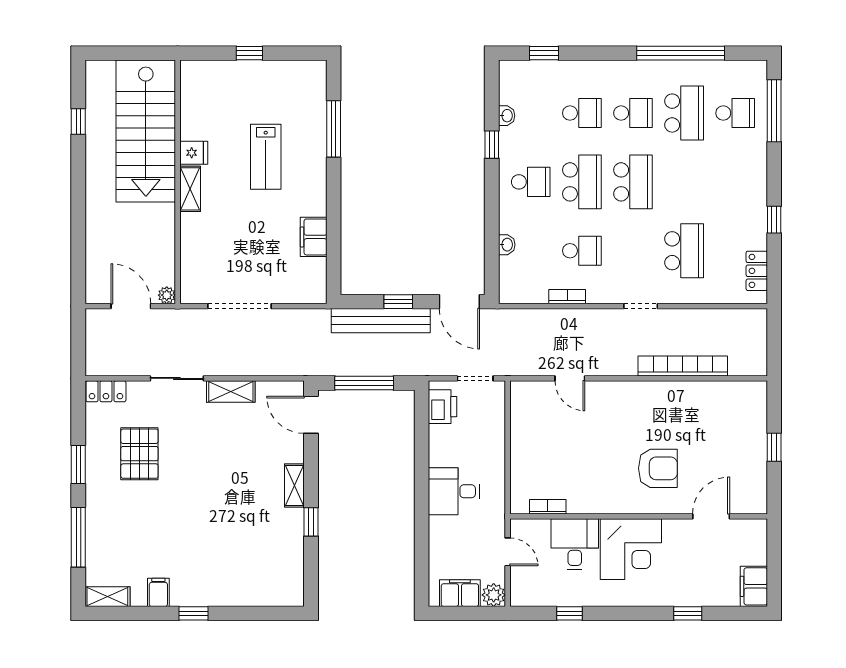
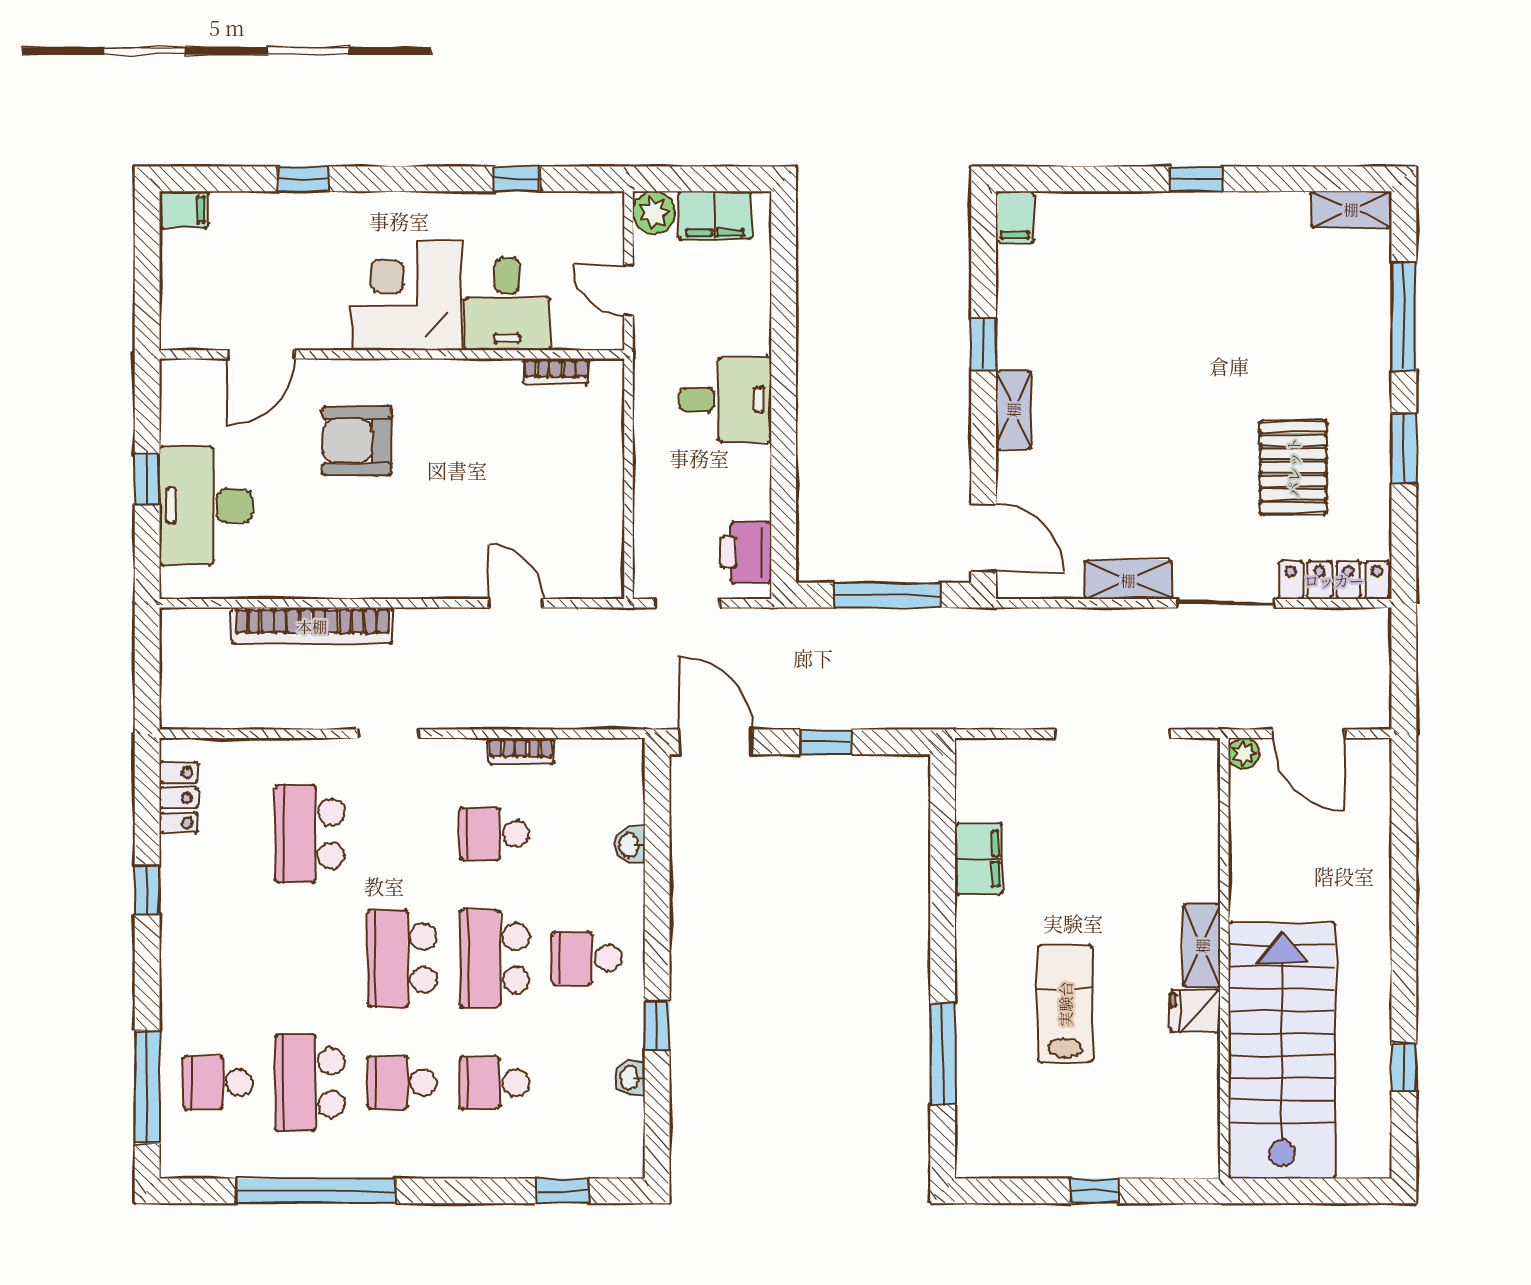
bench: (381, 321) -> (858, 708), removed
locker: (106, 391) -> (1334, 580), width x1.53
desk: (742, 433) -> (206, 506), added
filing cabinet: (754, 586) -> (184, 209), width x0.50
filing cabinet: (158, 592) -> (1015, 217), moved

